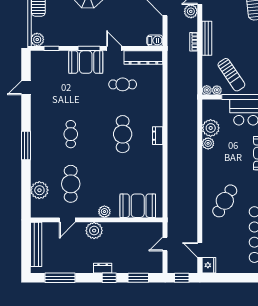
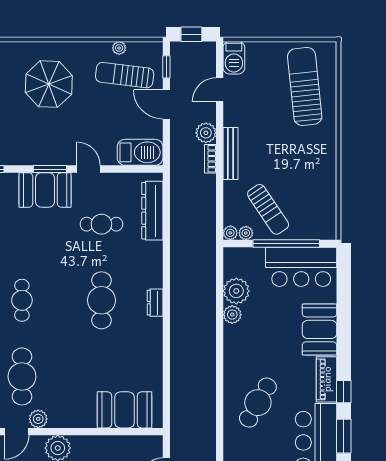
plant: (191, 11) -> (206, 133), moved
barbecue: (155, 40) -> (140, 152), width x1.88, depth x1.53
dresser: (143, 58) -> (152, 211), moved, turned 90
plant: (104, 212) -> (38, 419), moved

